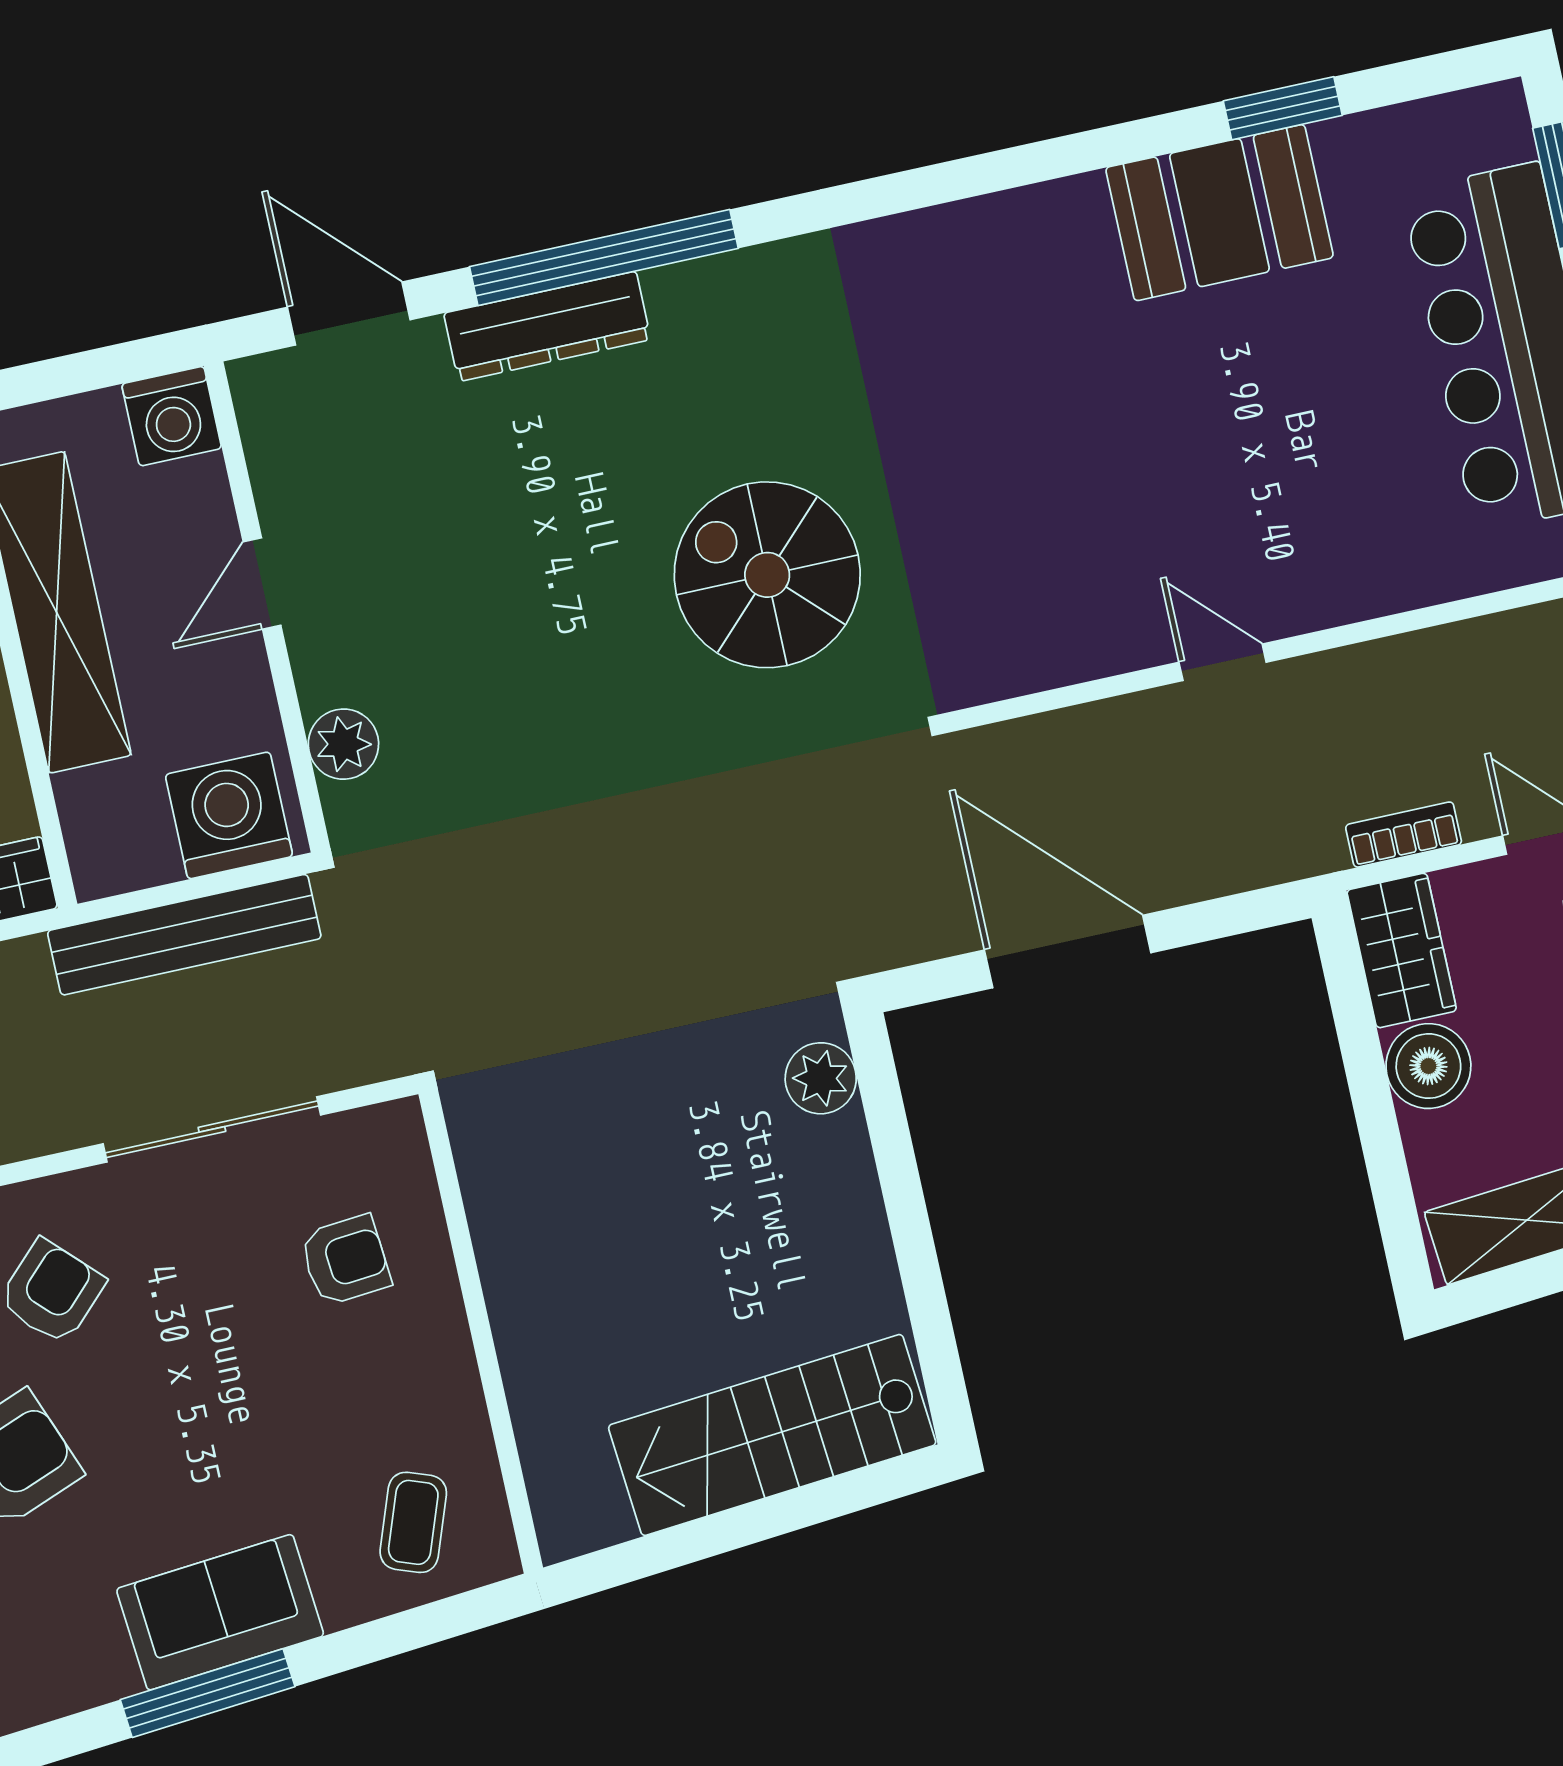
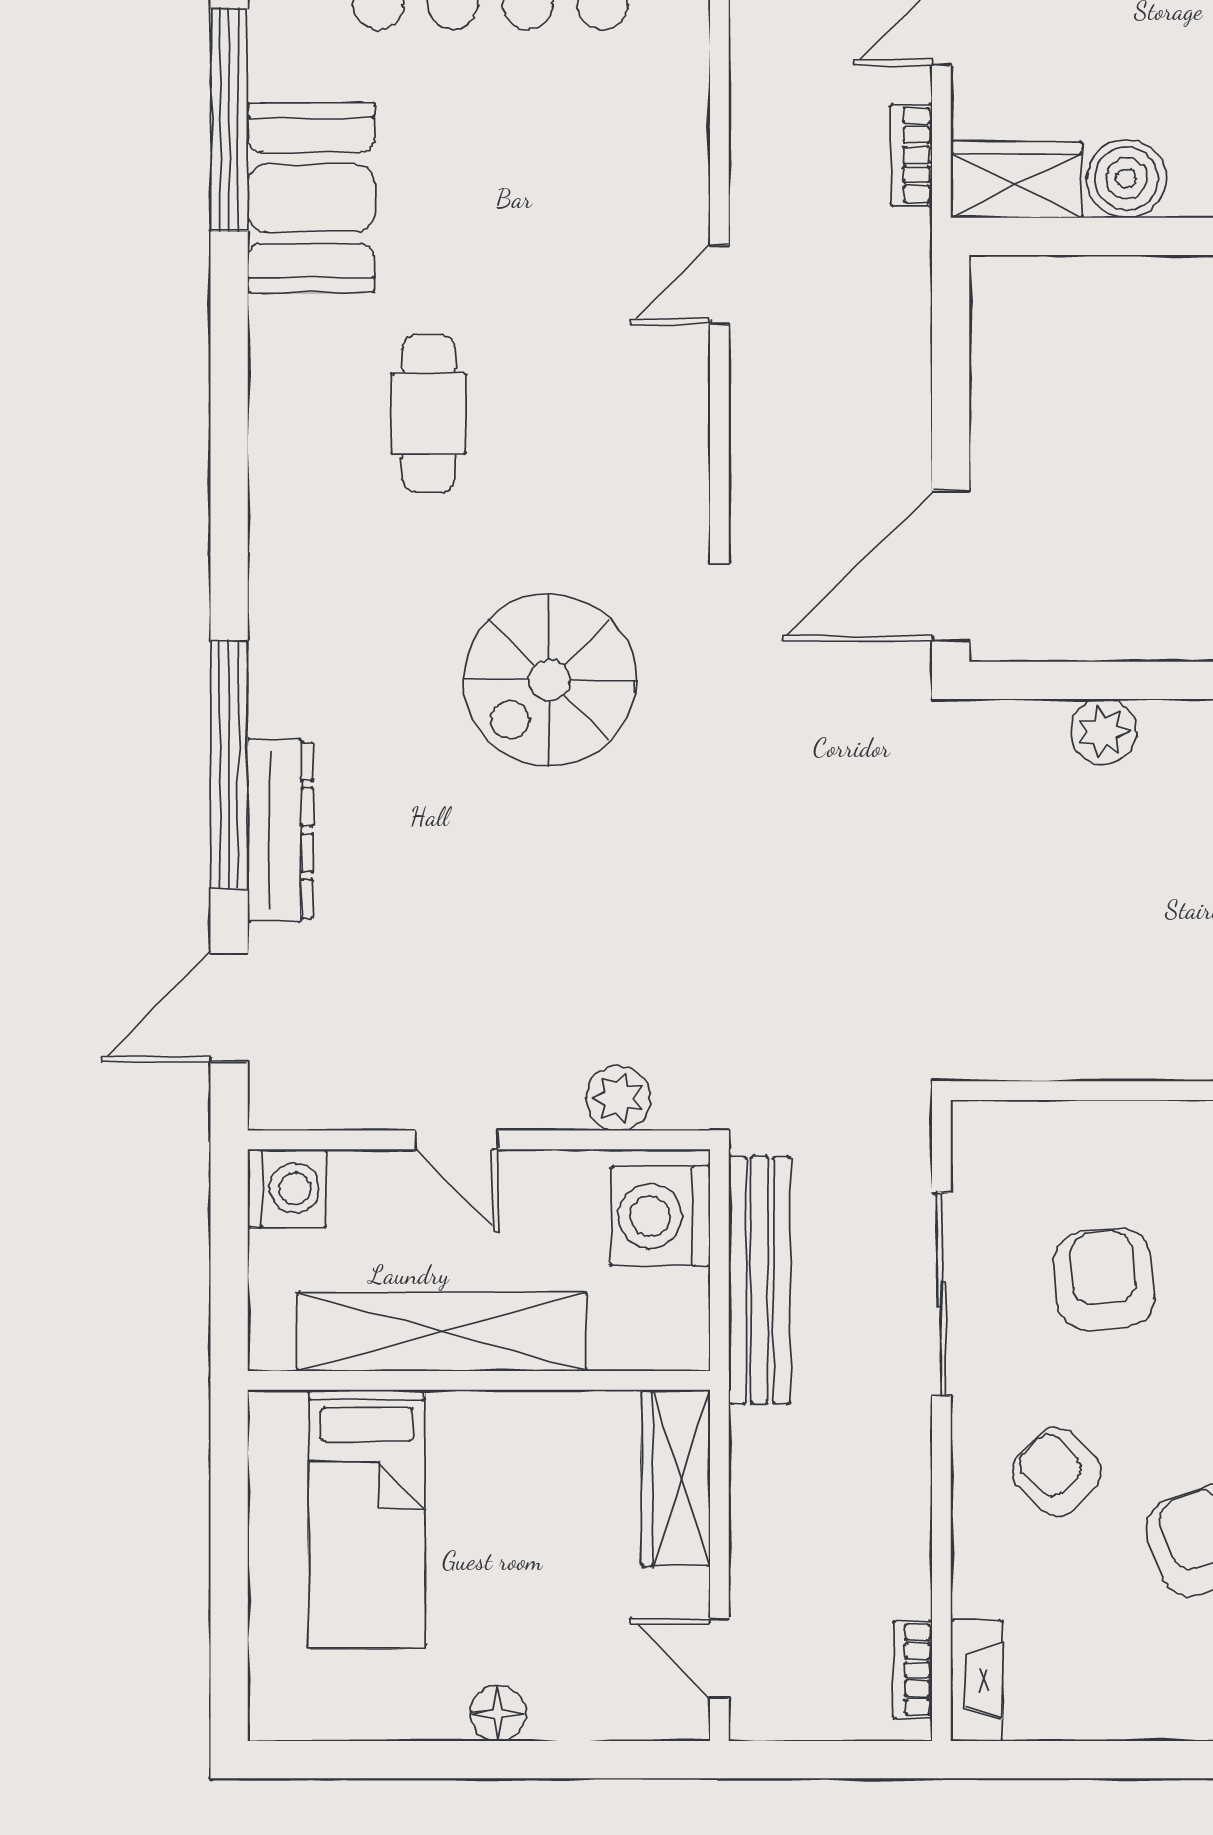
window: (1283, 108) -> (229, 120), width x2.11
cafe table: (1020, 386) -> (429, 414), added
door: (1068, 951) -> (951, 566), moved
plant: (821, 1078) -> (1103, 732), moved
armchair: (345, 1260) -> (1104, 1280), moved, width x1.38, depth x1.38

